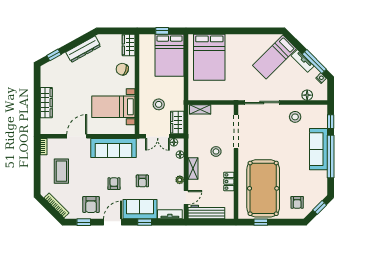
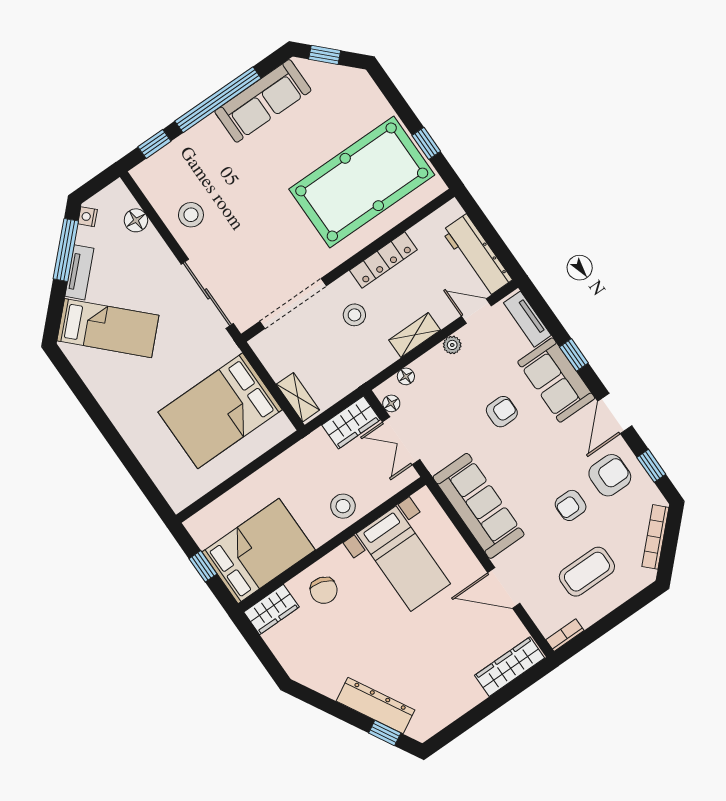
dresser: (83, 49) -> (375, 706), moved
bed: (170, 55) -> (259, 551), moved
bed: (209, 57) -> (220, 411), moved, turned 180
wardrobe: (46, 103) -> (510, 667), moved
stool: (159, 104) -> (343, 506), moved
double door: (158, 136) -> (401, 441), swing flipped
sofa: (319, 149) -> (263, 101), moved
locker: (229, 182) -> (383, 260), width x1.53
armchair: (114, 184) -> (571, 505), moved
armchair: (297, 202) -> (344, 102), removed
door: (113, 222) -> (615, 414), hinge flipped

